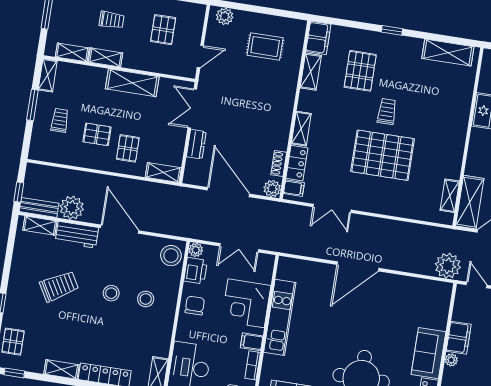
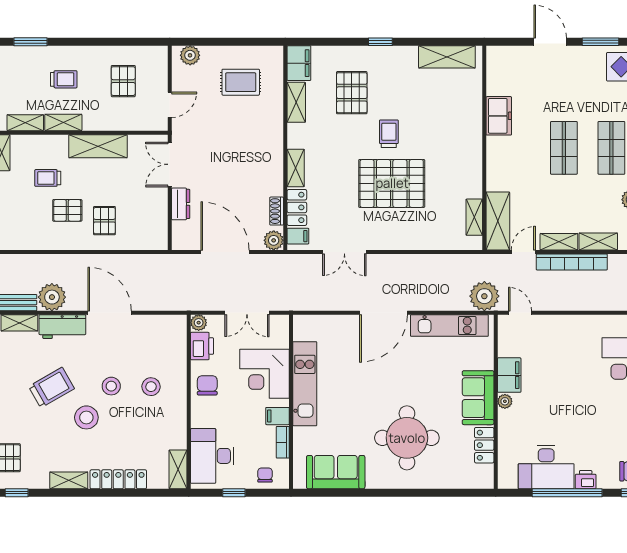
trolley: (60, 120) -> (48, 178), moved, turned -90
shelving: (163, 173) -> (149, 241), removed
stool: (171, 256) -> (86, 417), moved
kitchen unit: (413, 287) -> (449, 326), added

